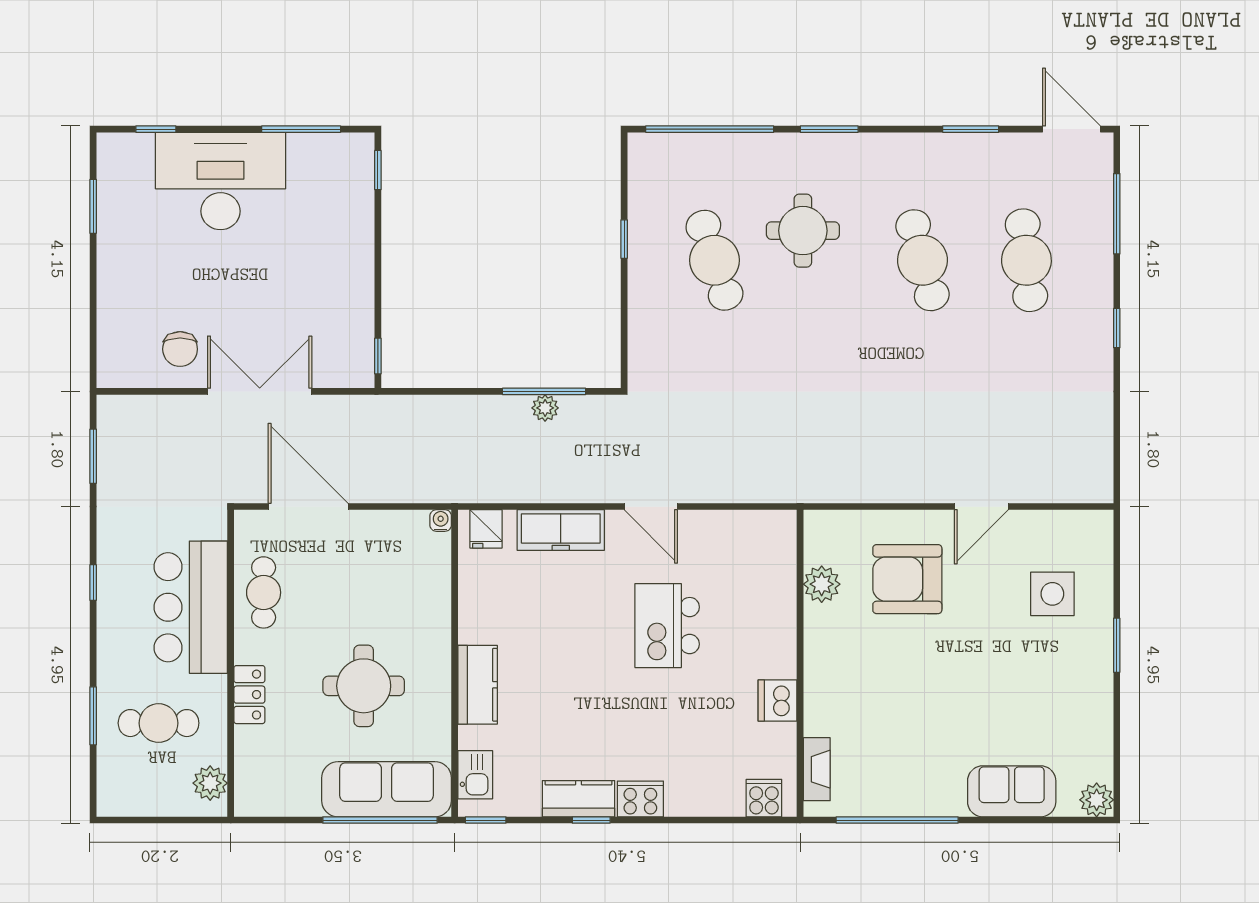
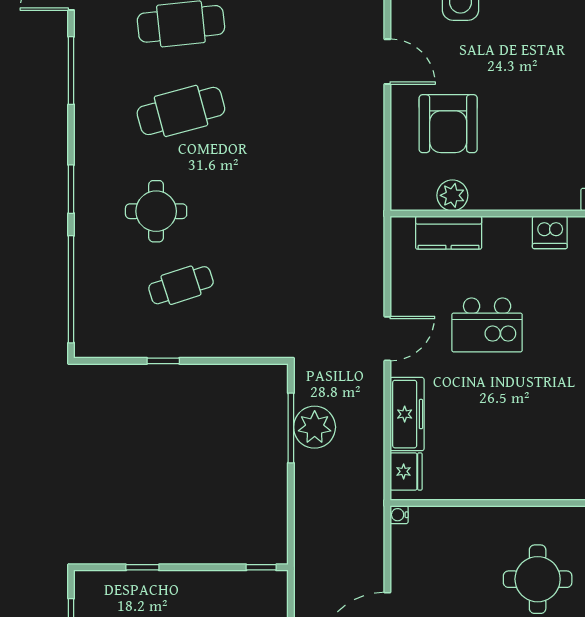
window: (971, 129) -> (71, 71), width x1.44
window: (378, 170) -> (142, 567), moved
cafe table: (714, 260) -> (181, 285), width x0.73, depth x0.74
plant: (545, 408) -> (315, 427), width x1.88, depth x1.88
fridge: (486, 529) -> (406, 471), width x1.38
kitchen counter: (478, 685) -> (449, 233), moved, turned 180

